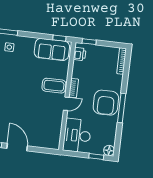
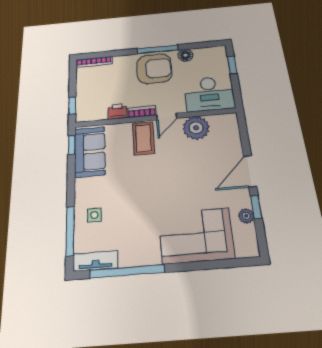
printer: (80, 54) -> (117, 111), moved
door: (66, 104) -> (167, 117), swing flipped
plant: (54, 121) -> (196, 128), added
floor lamp: (109, 150) -> (185, 55), moved

